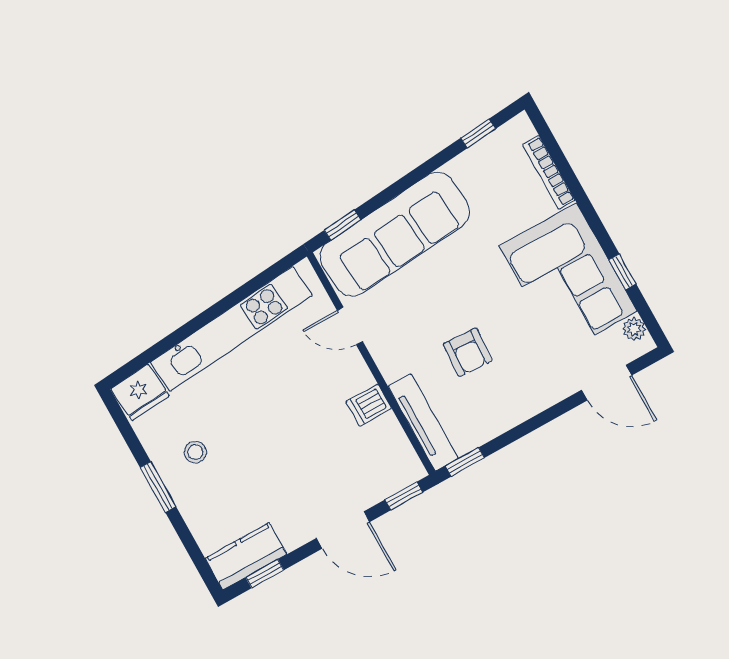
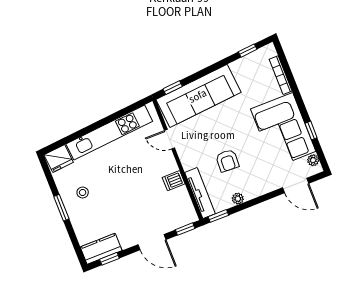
plant: (498, 423) -> (238, 199), added

